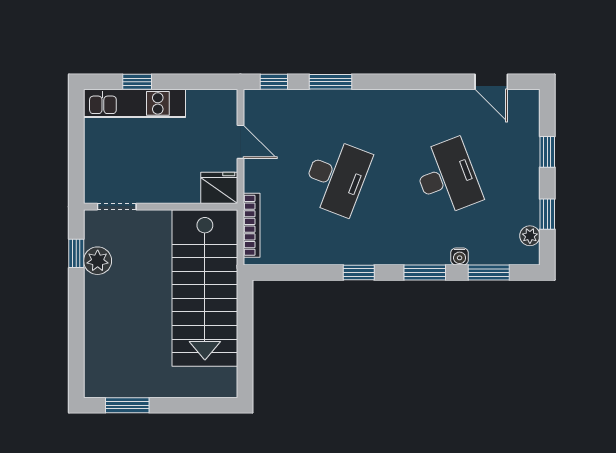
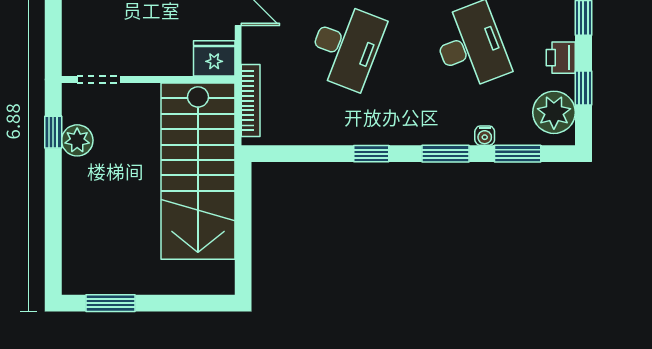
printer: (527, 187) -> (561, 58), added
plant: (530, 236) -> (554, 112), width x1.87, depth x1.87

